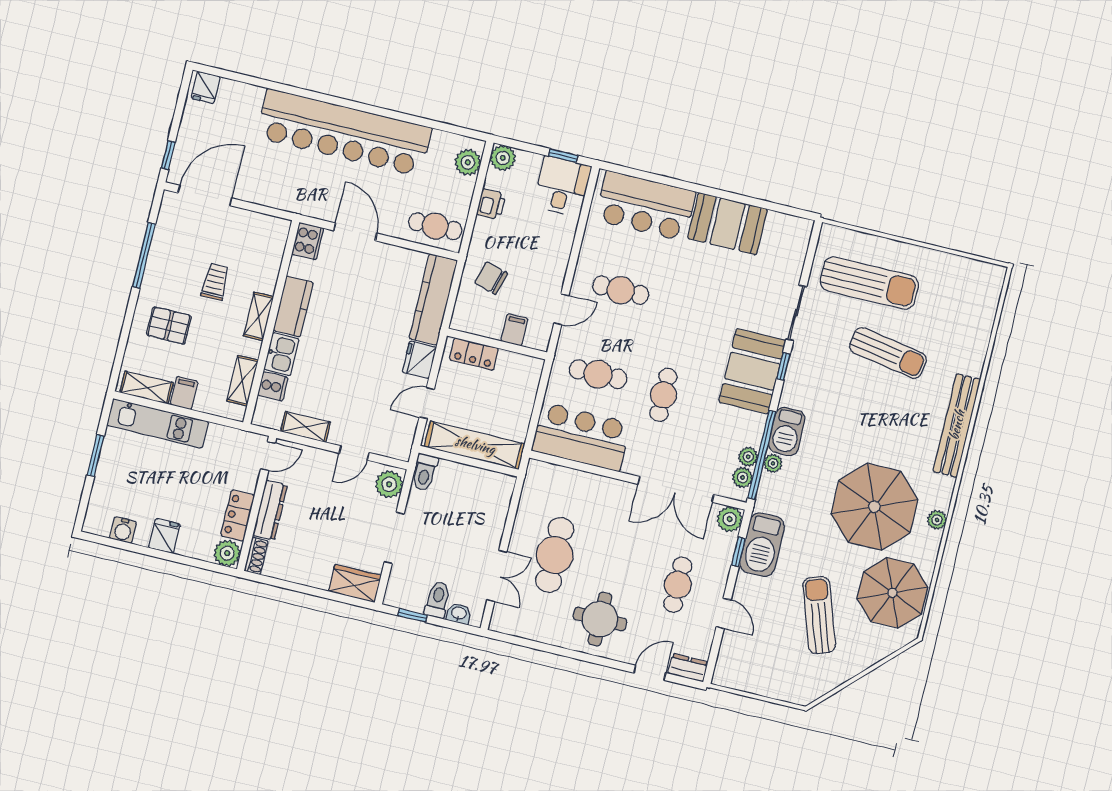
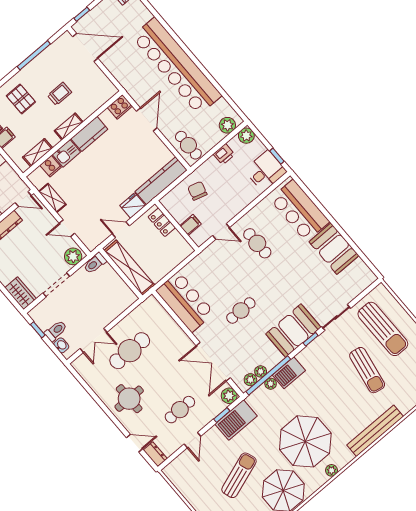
cafe table: (598, 374) -> (216, 277), removed

